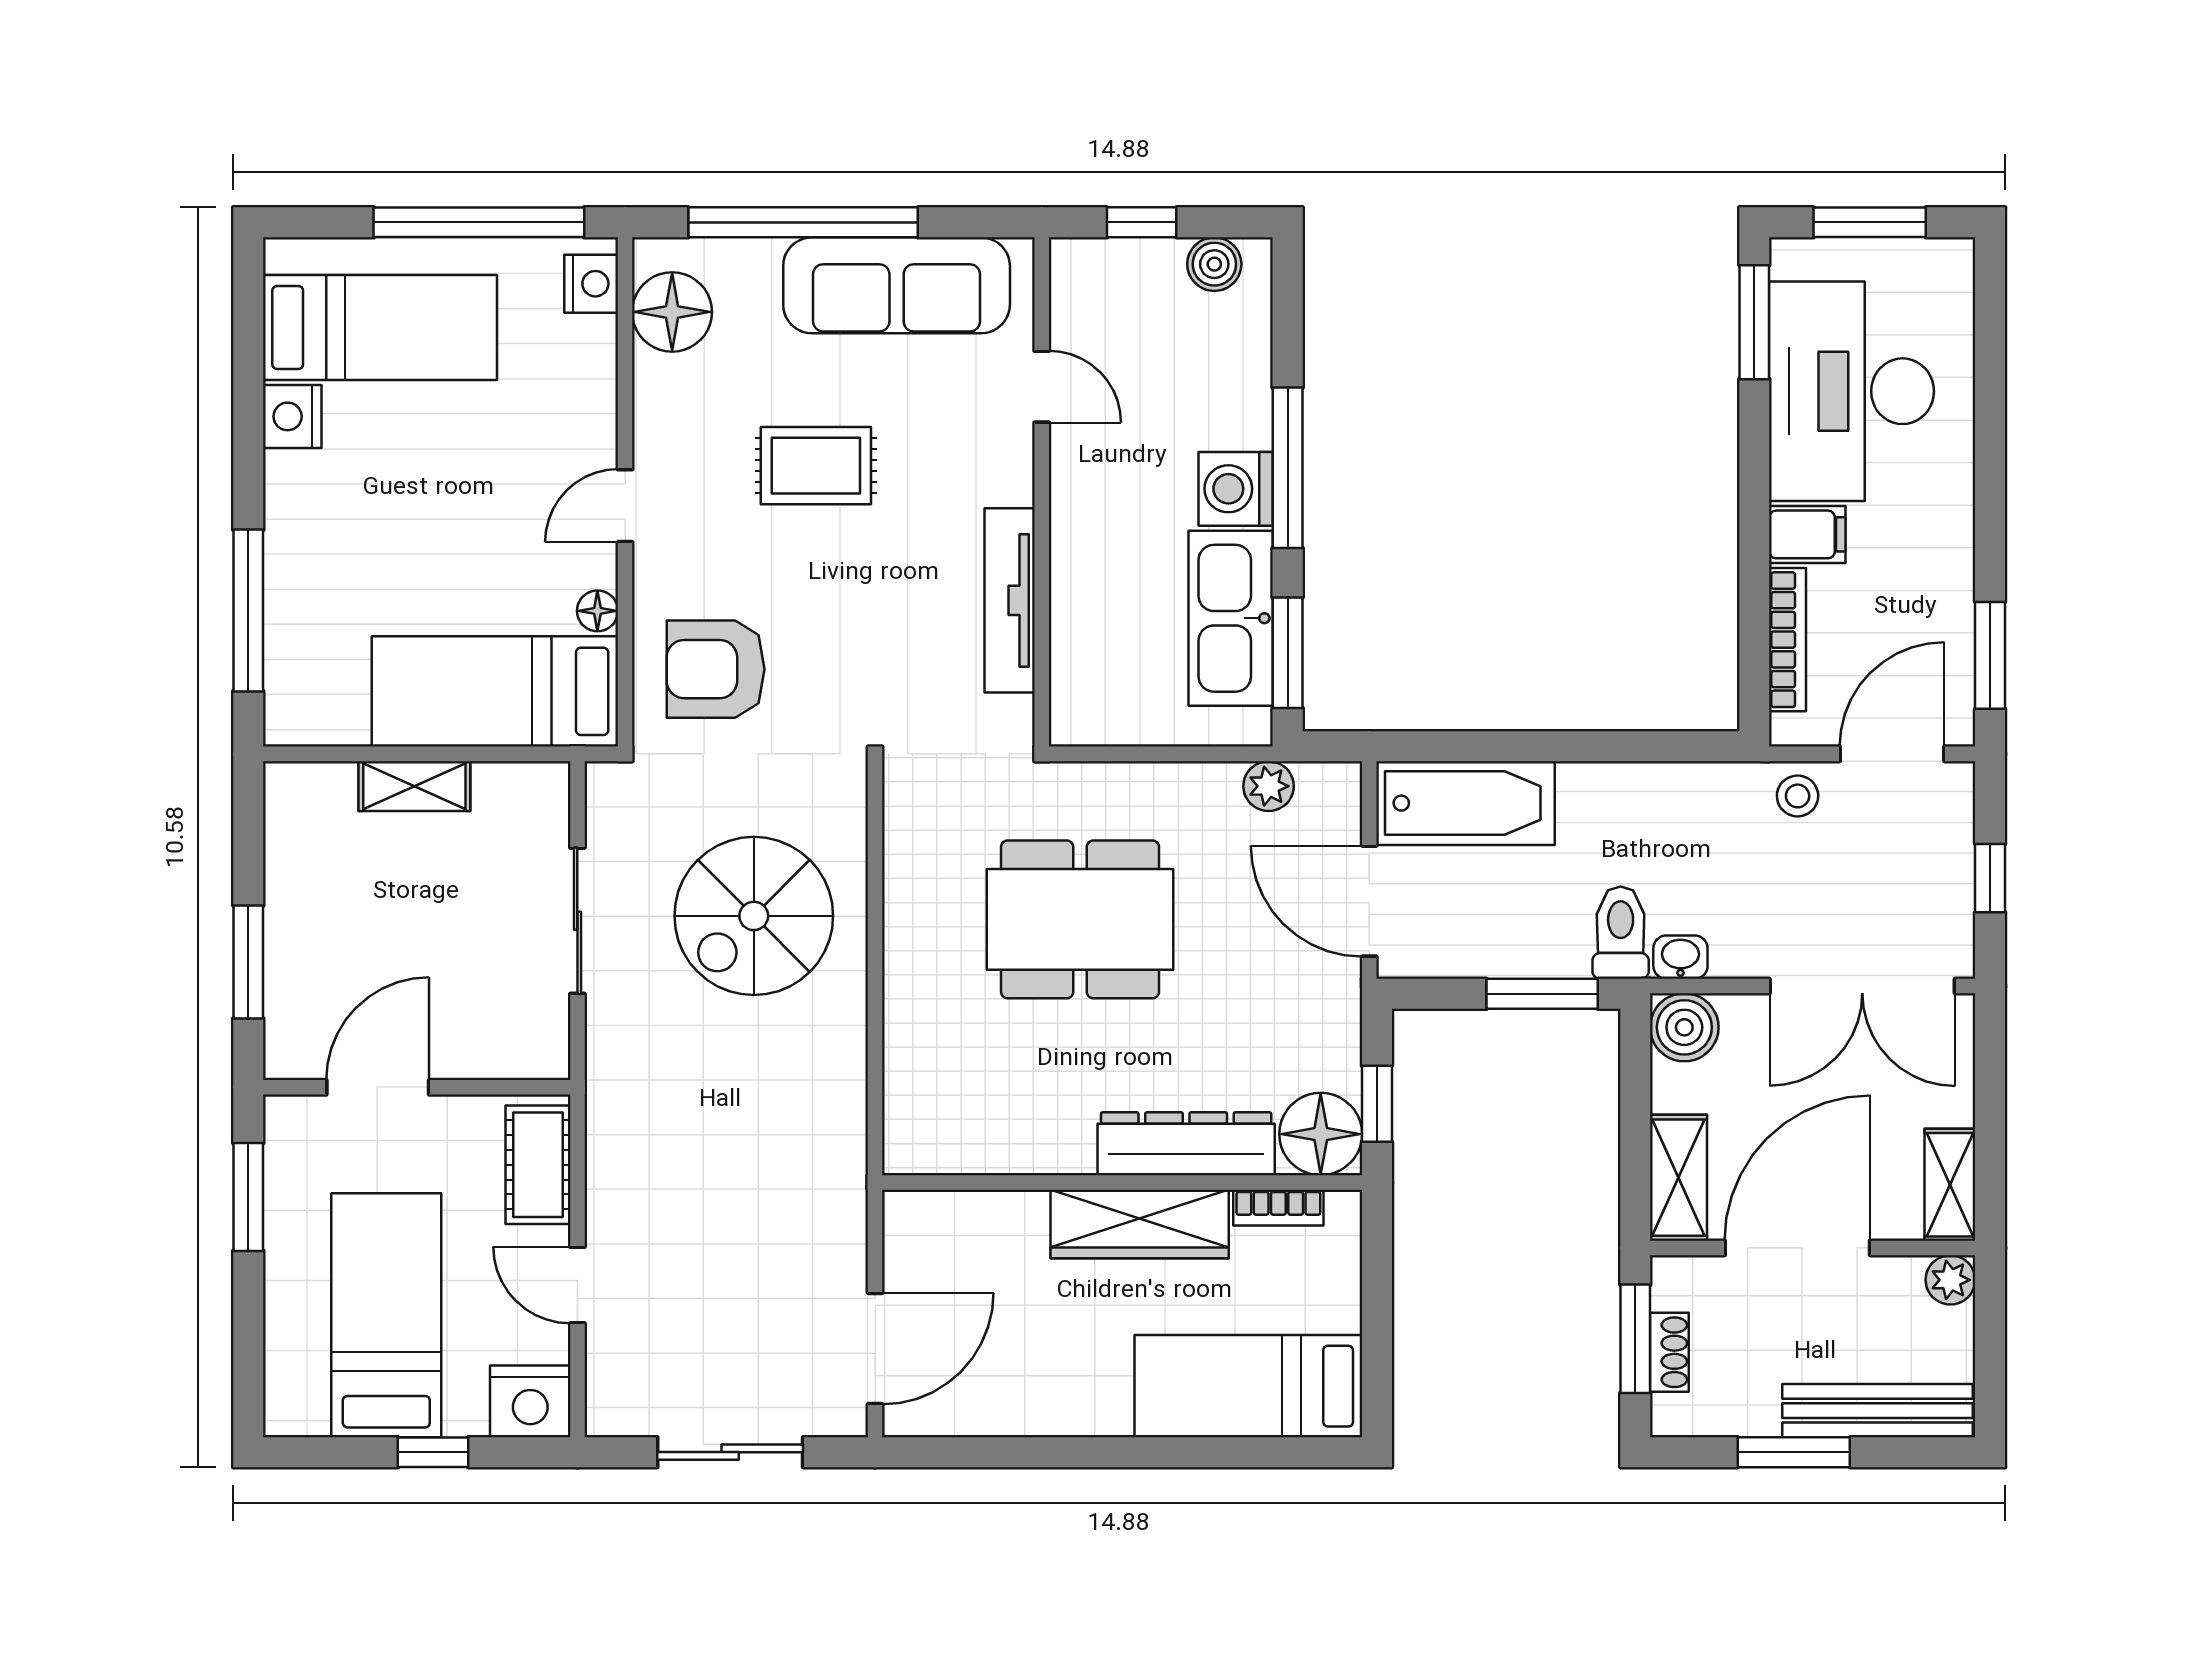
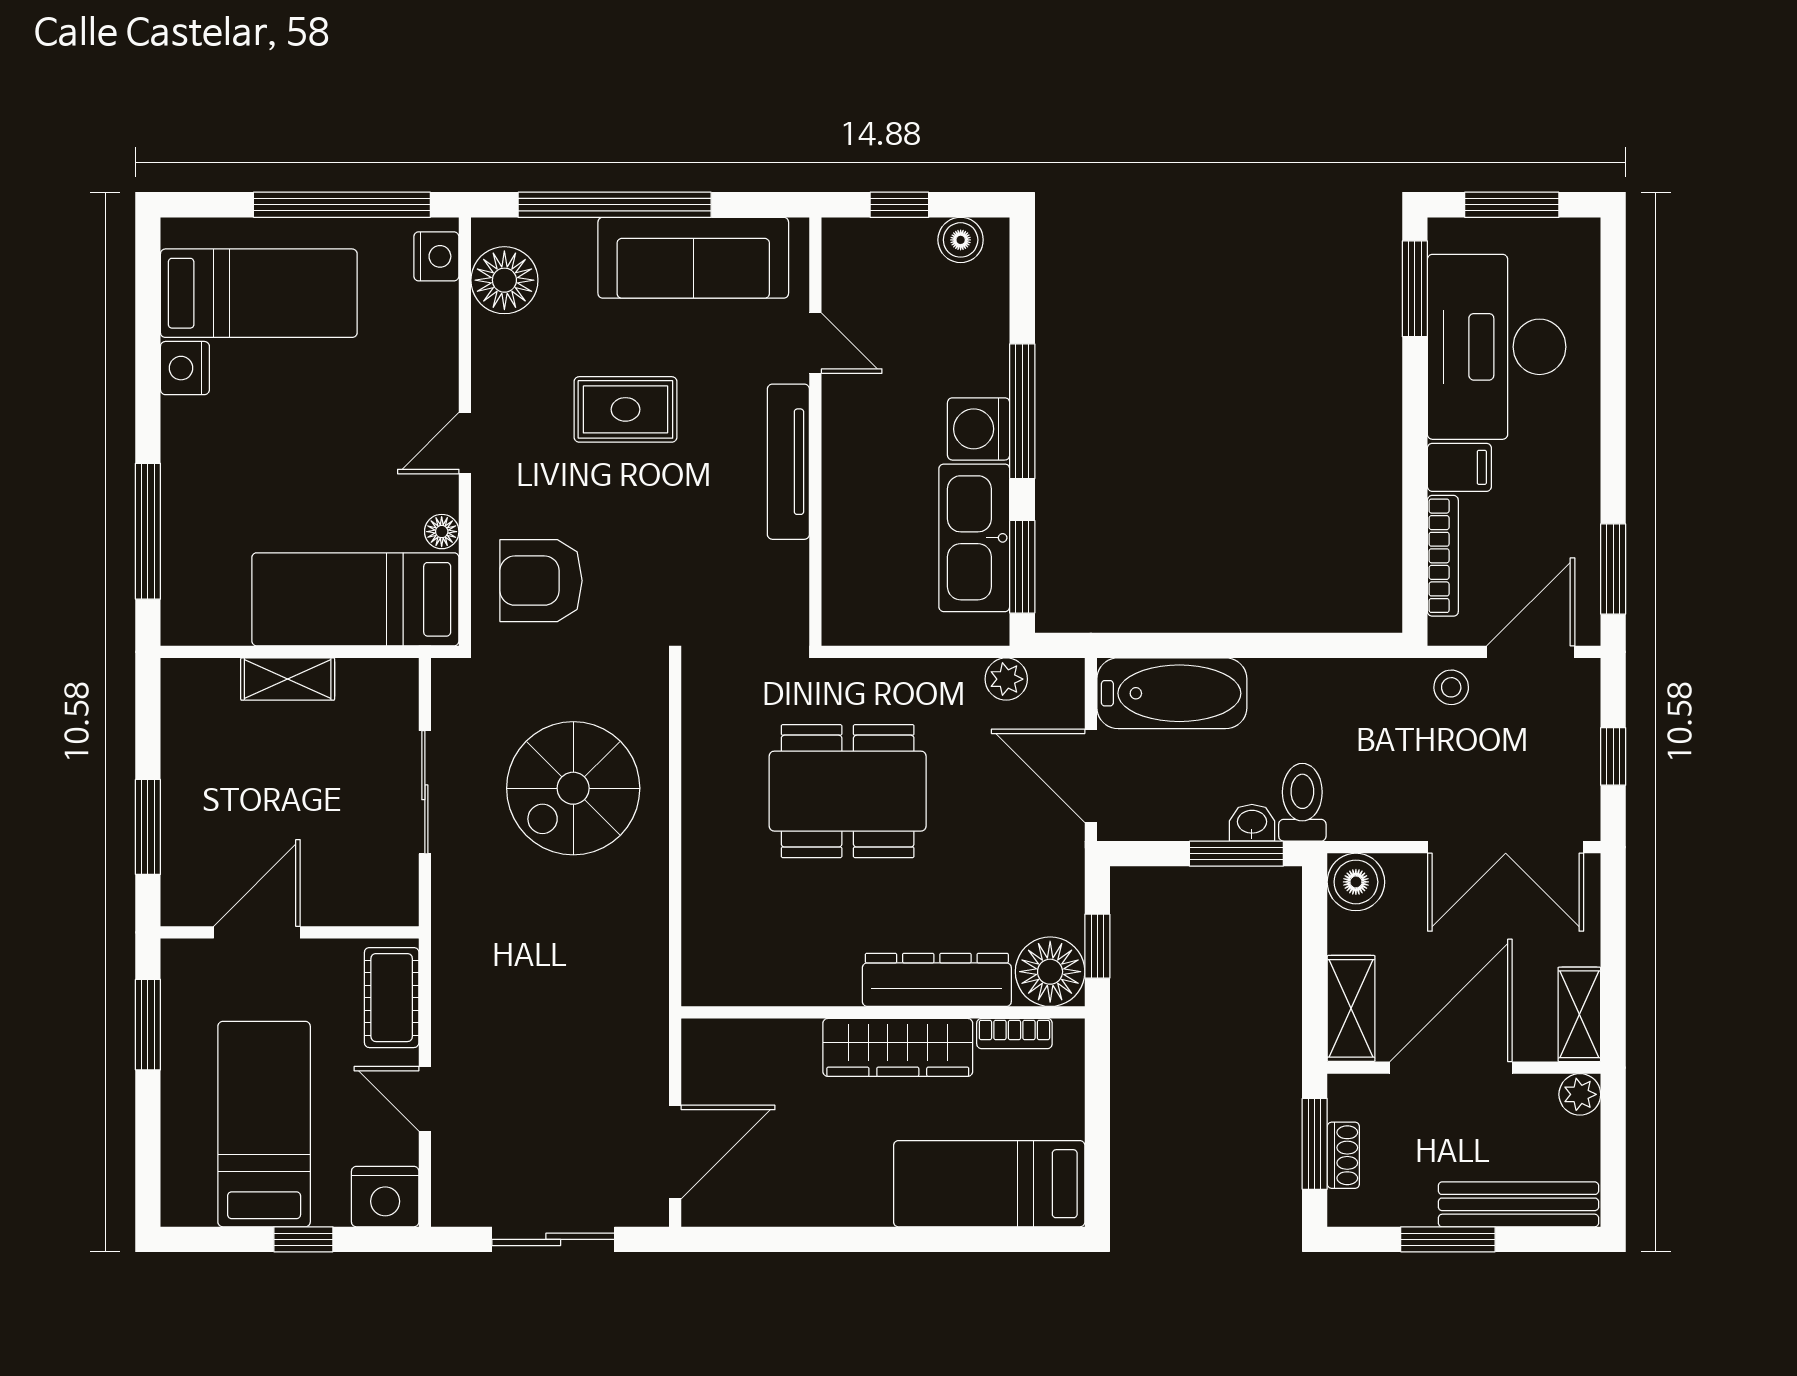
tv unit: (1010, 600) -> (788, 462), moved
washbasin: (1680, 957) -> (1252, 823), moved

